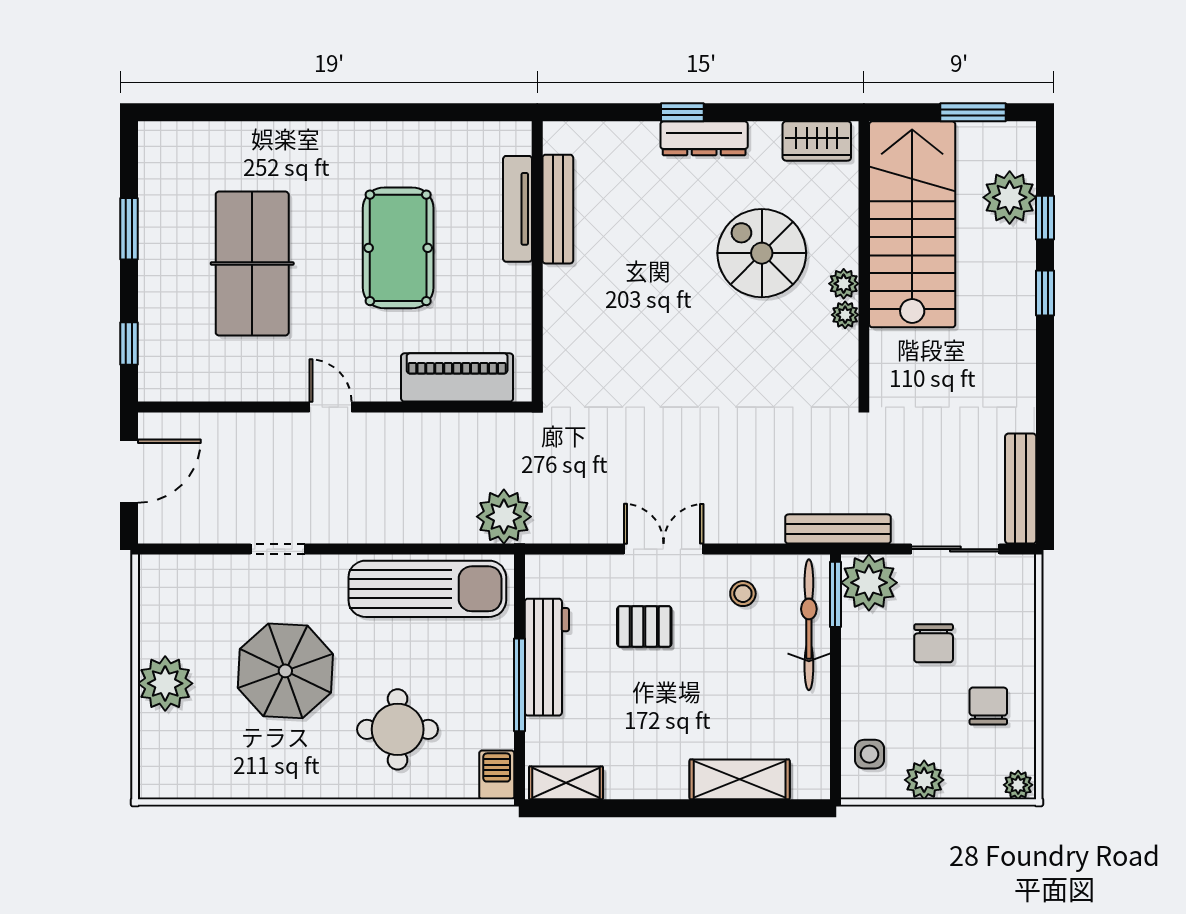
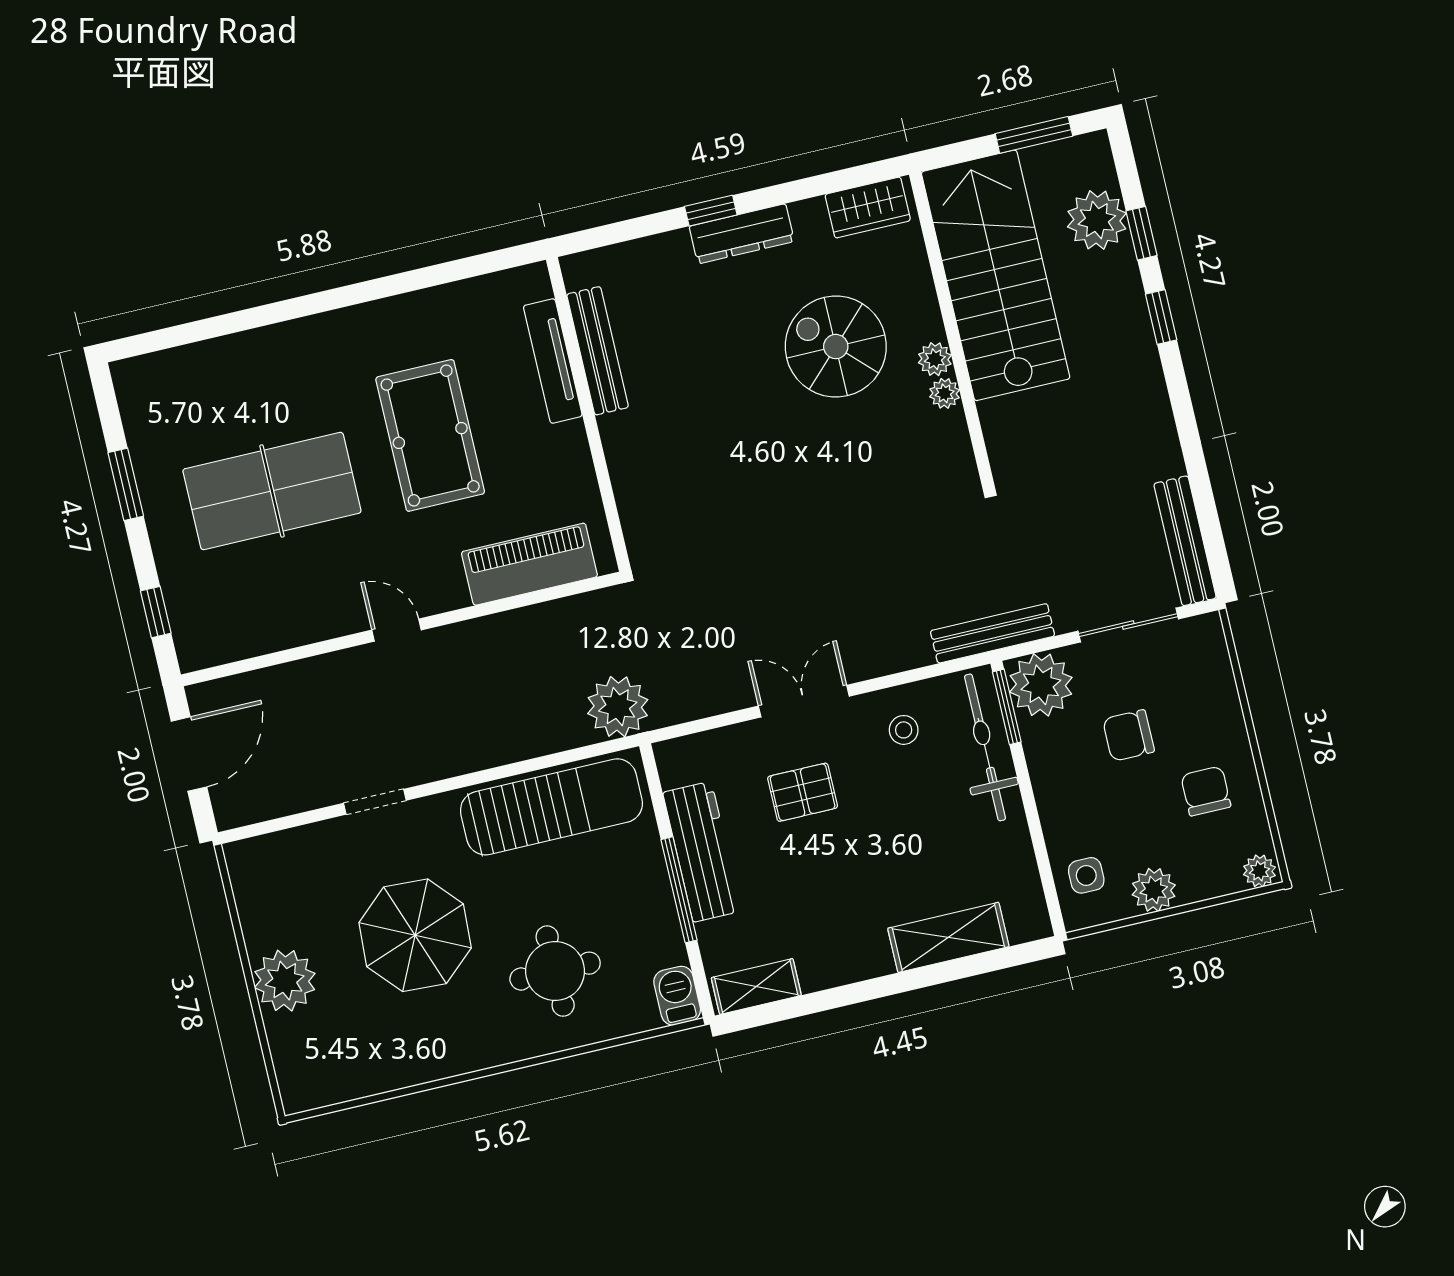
table tennis table: (252, 264) -> (272, 491), turned 90
chair: (934, 643) -> (1129, 735), turned 90

